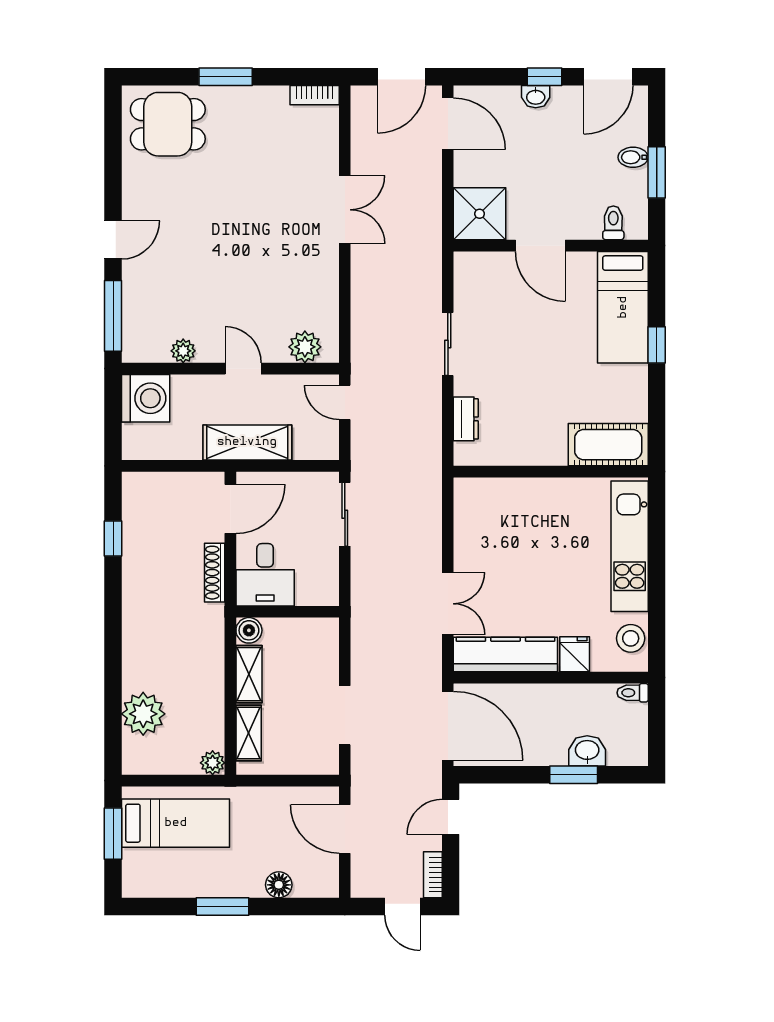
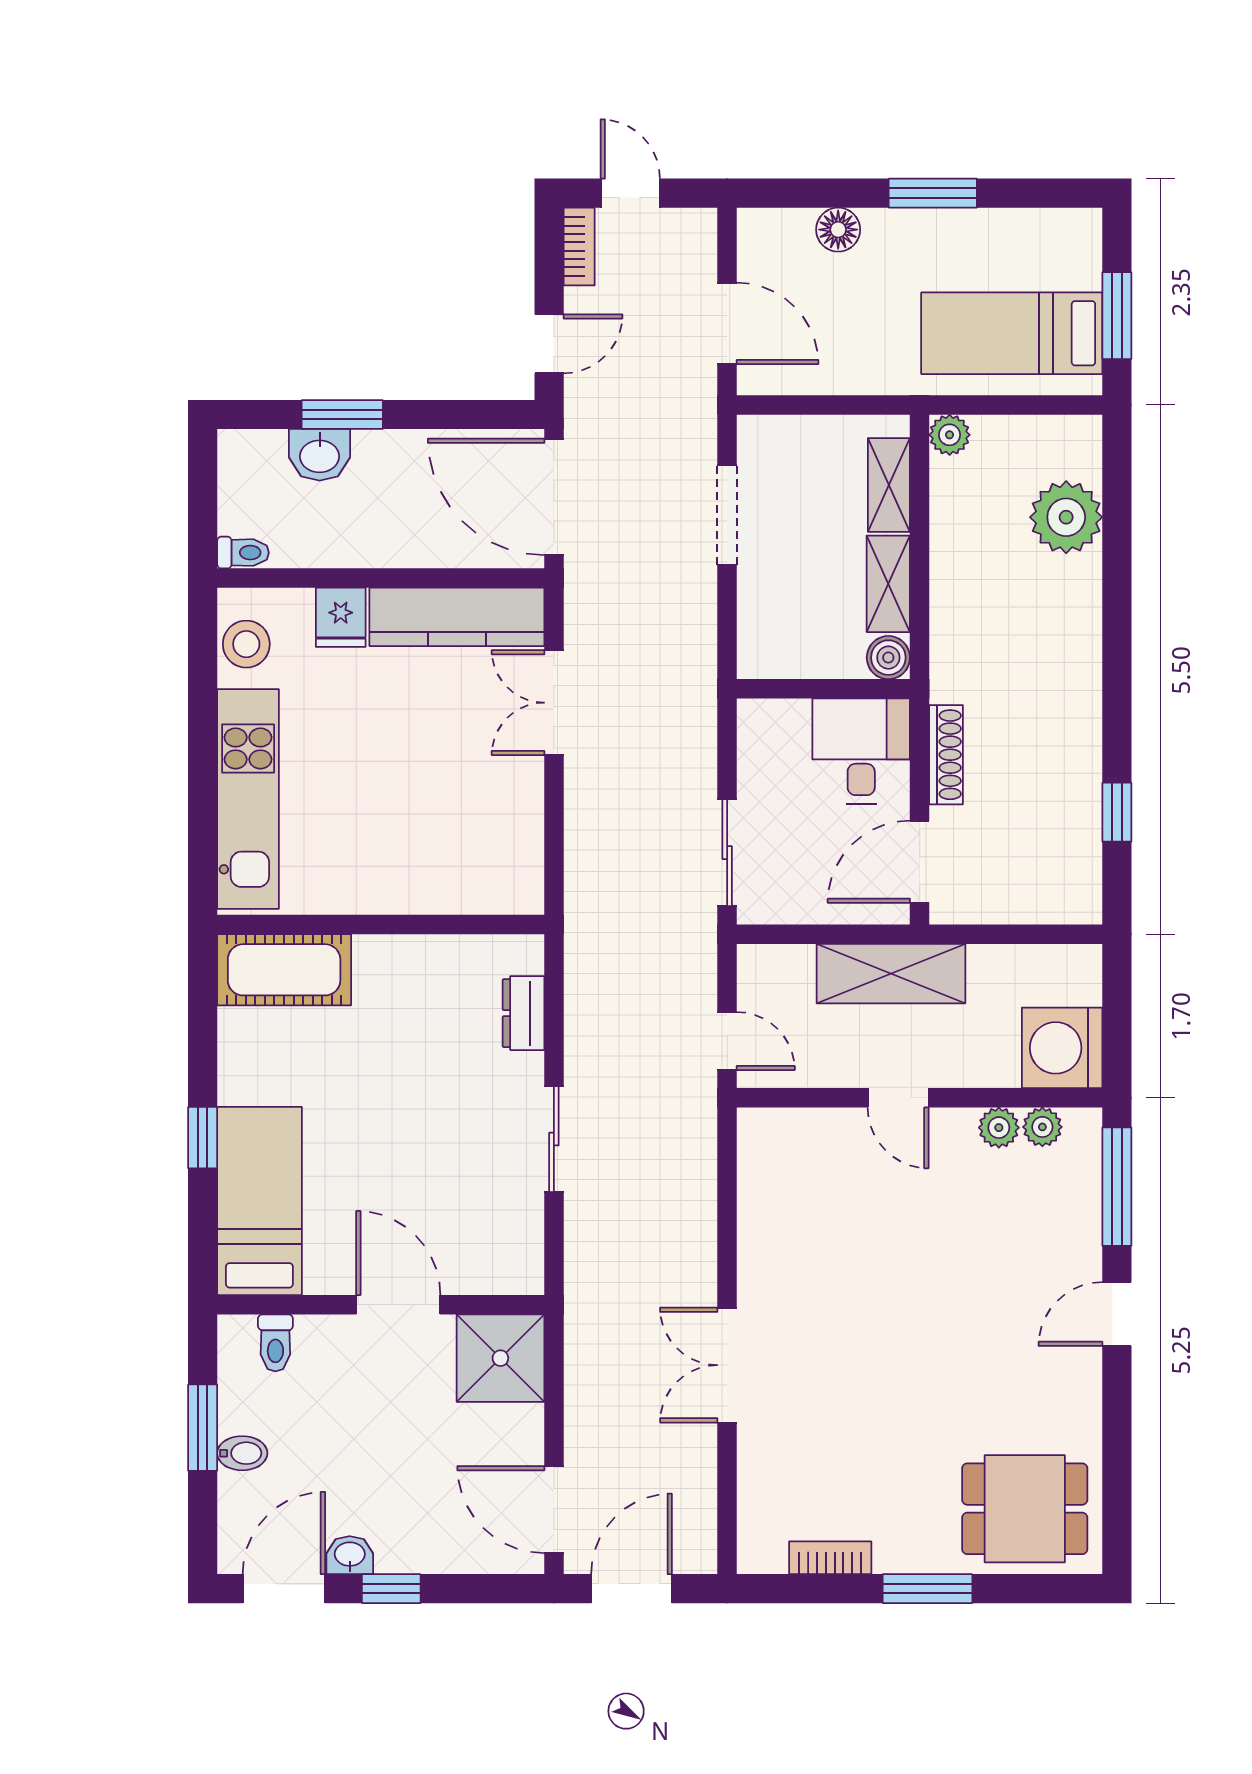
bookcase: (315, 95) -> (830, 1558), moved
washbasin: (536, 97) -> (350, 1555), moved
plant: (305, 347) -> (1042, 1127), moved, width x0.73, depth x0.73

